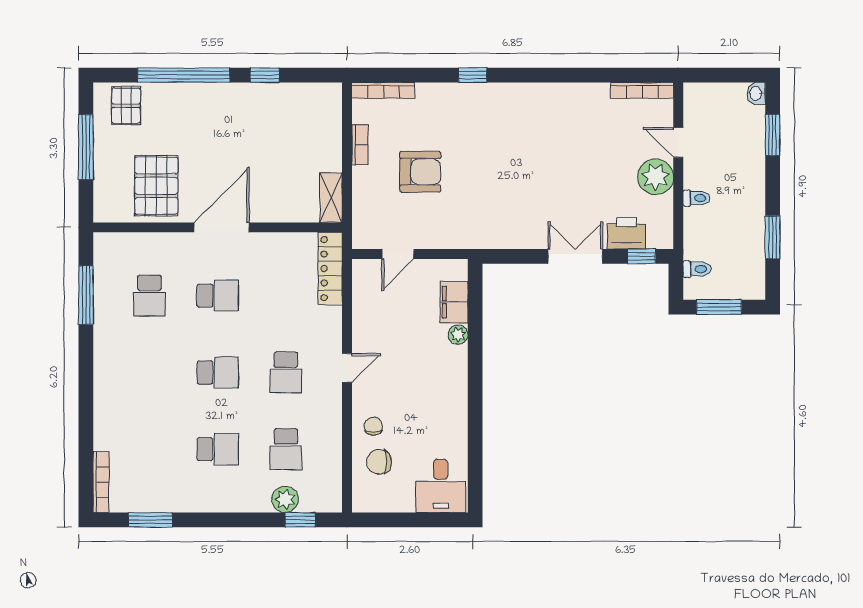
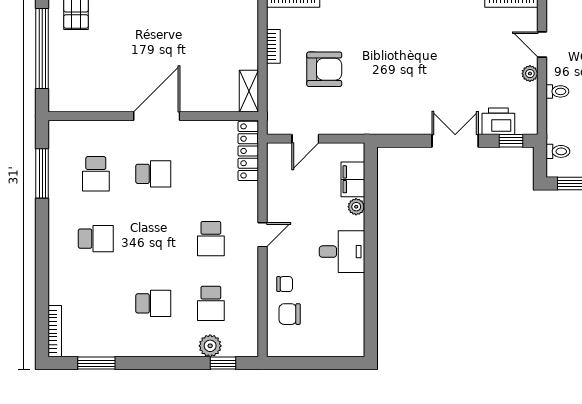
window: (86, 147) -> (42, 48), width x1.46
plant: (655, 177) -> (530, 74), width x0.53, depth x0.53
pallet: (156, 186) -> (101, 81), removed
school desk: (218, 372) -> (96, 239), moved
chair: (373, 426) -> (285, 284), turned 90
desk: (441, 486) -> (342, 252), moved, turned -90

